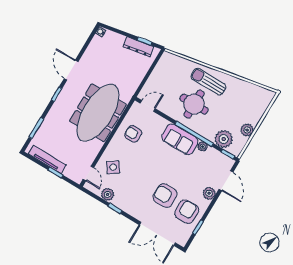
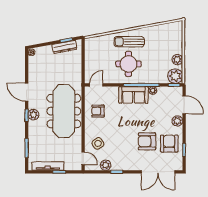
plant: (64, 97) -> (33, 115), added
plant: (224, 139) -> (175, 76), moved

